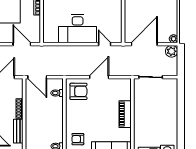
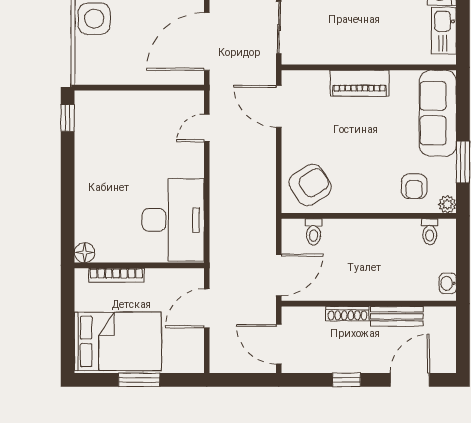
desk: (78, 29) -> (173, 220), moved
door: (144, 44) -> (207, 41), hinge flipped
door: (99, 77) -> (279, 106), moved
armchair: (78, 91) -> (310, 185), turned 58

